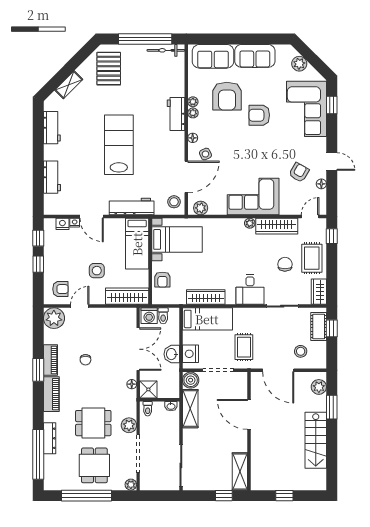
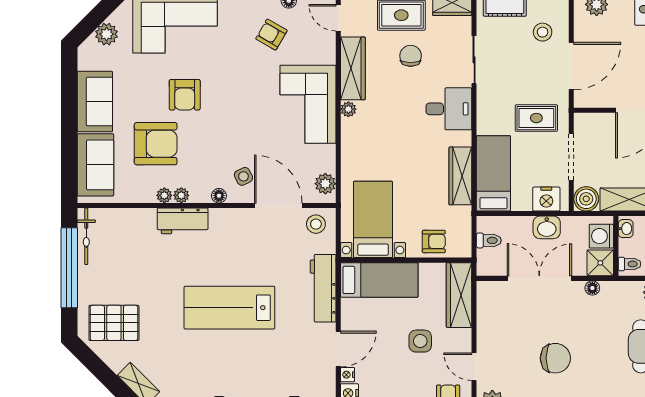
chair: (285, 264) -> (411, 56), turned 90
washing machine: (149, 316) -> (601, 236), moved, turned 180
chair: (85, 360) -> (555, 358), width x1.87, depth x1.87

